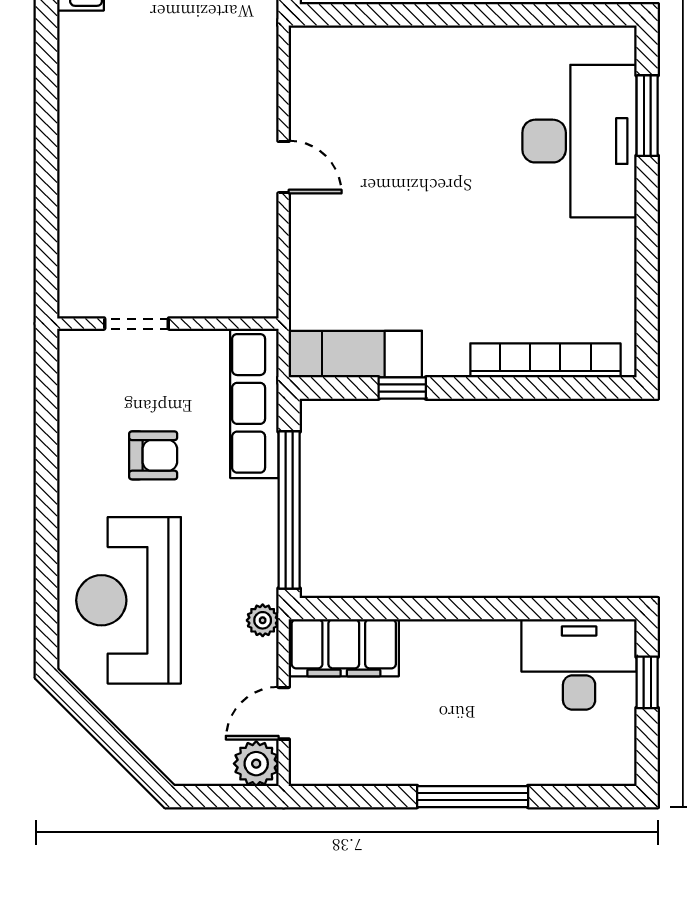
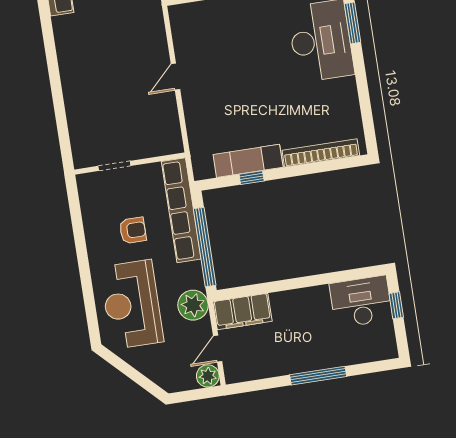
door: (284, 167) -> (175, 77), swing flipped
exam couch: (355, 354) -> (248, 161), moved
row of seats: (254, 403) -> (181, 210), width x1.36
plant: (263, 620) -> (193, 305), width x1.87, depth x1.87

